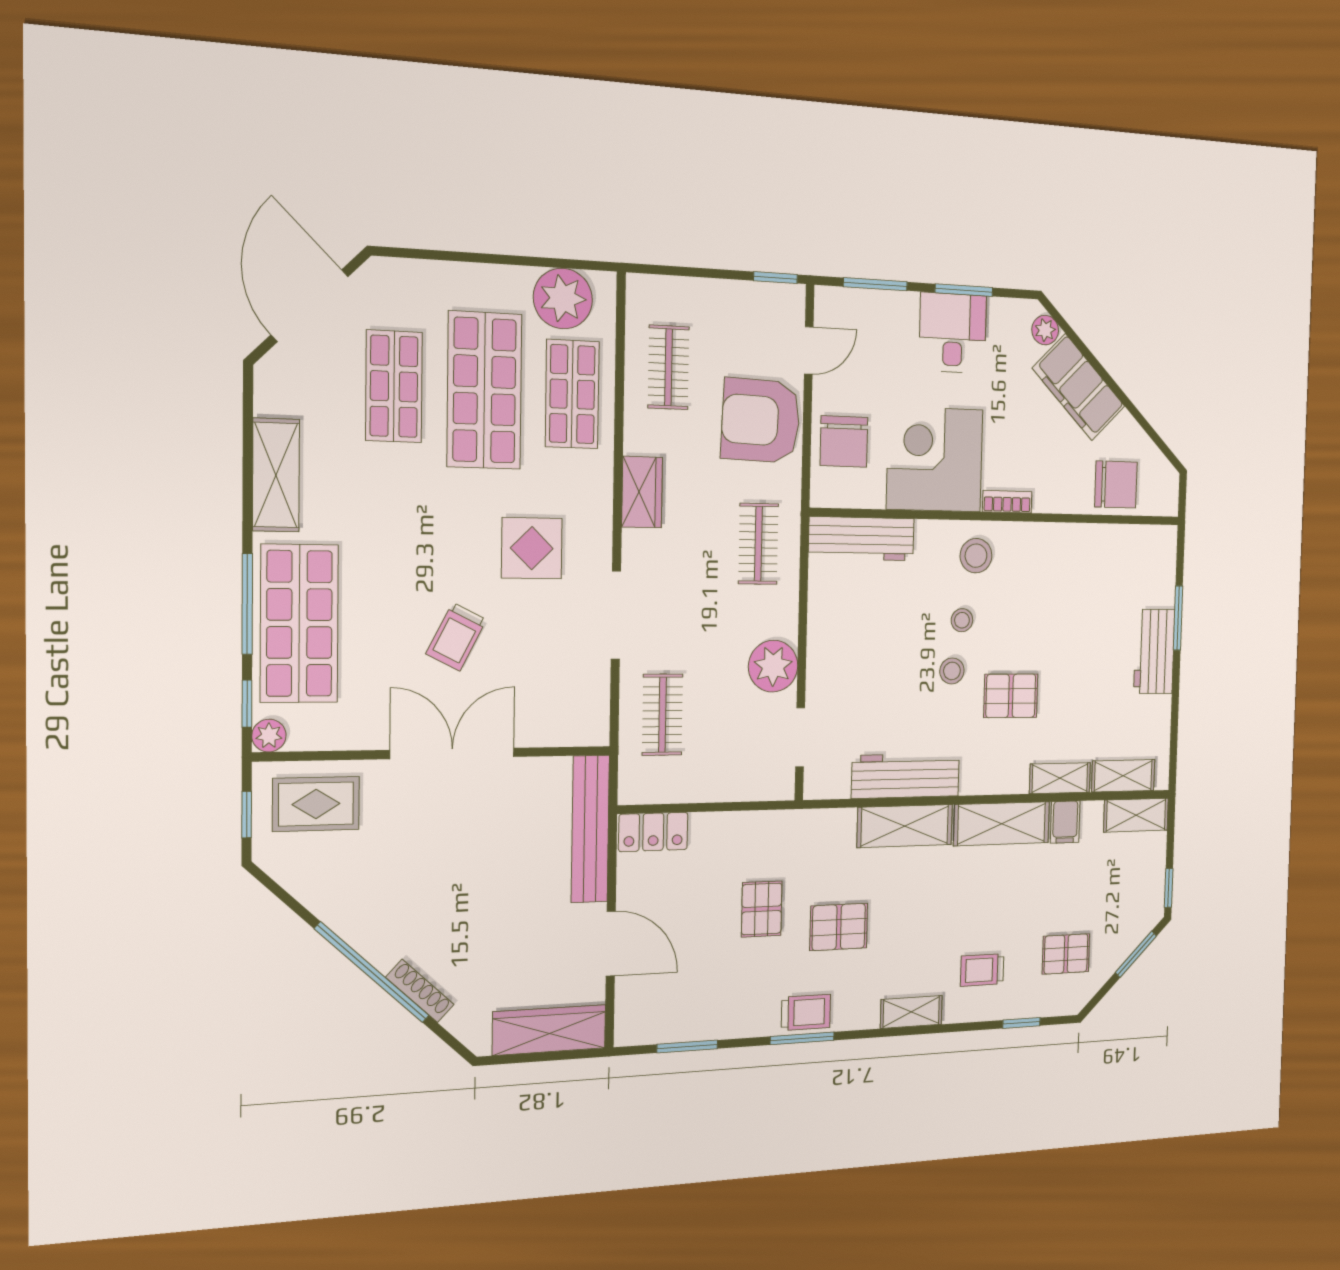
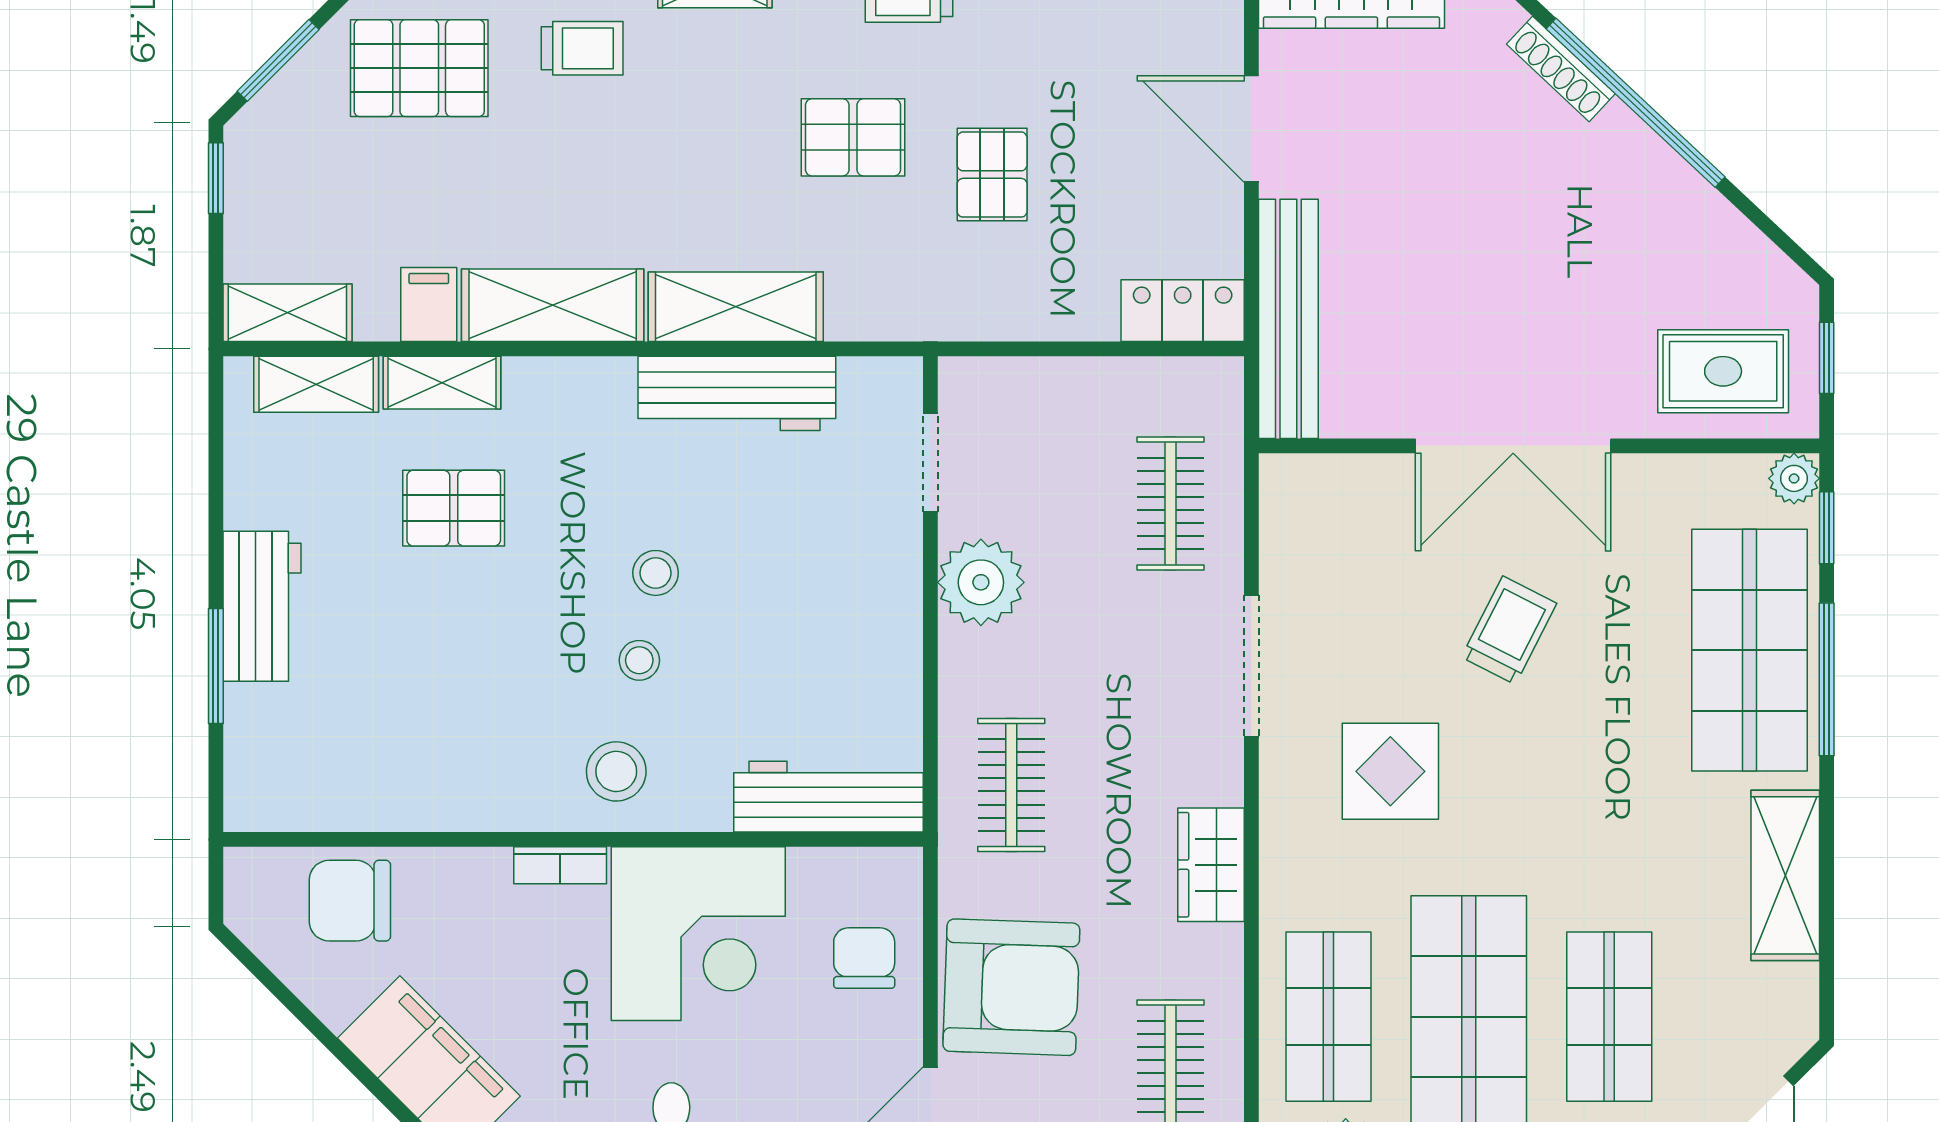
chair: (844, 441) -> (864, 958), width x0.73, depth x0.73
pallet: (1011, 696) -> (454, 508), moved
pallet: (1066, 954) -> (419, 68), width x1.50, depth x1.42

